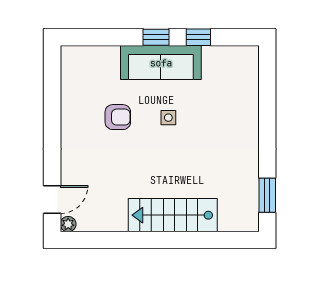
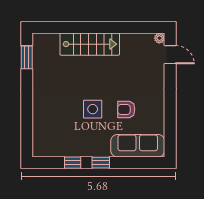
sofa: (161, 63) -> (138, 146), moved
side table: (168, 118) -> (93, 109), width x1.87, depth x1.87
door: (52, 200) -> (170, 55), swing flipped

